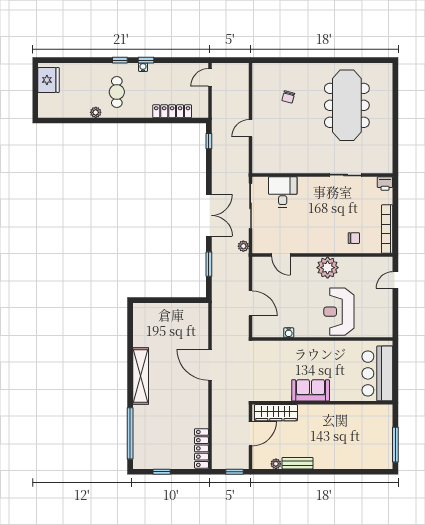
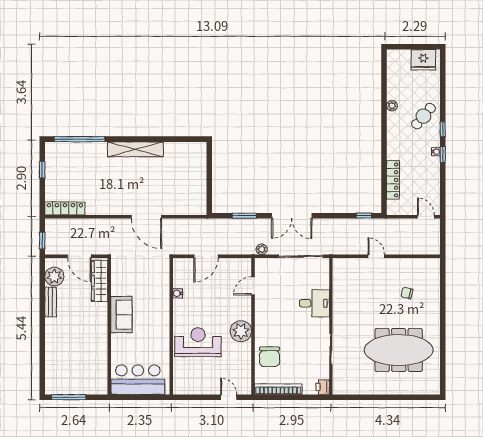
cafe table: (117, 92) -> (424, 116), moved, turned -50
desk: (283, 192) -> (314, 303), moved
chair: (354, 238) -> (270, 357), width x1.87, depth x1.87
door: (210, 365) -> (146, 217), swing flipped
plant: (276, 464) -> (54, 277), width x1.88, depth x1.88

